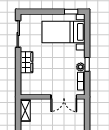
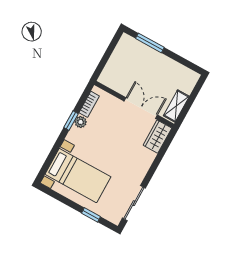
window: (71, 12) -> (91, 215), moved
wardrobe: (27, 62) -> (157, 137), moved
double door: (64, 97) -> (141, 108), moved

